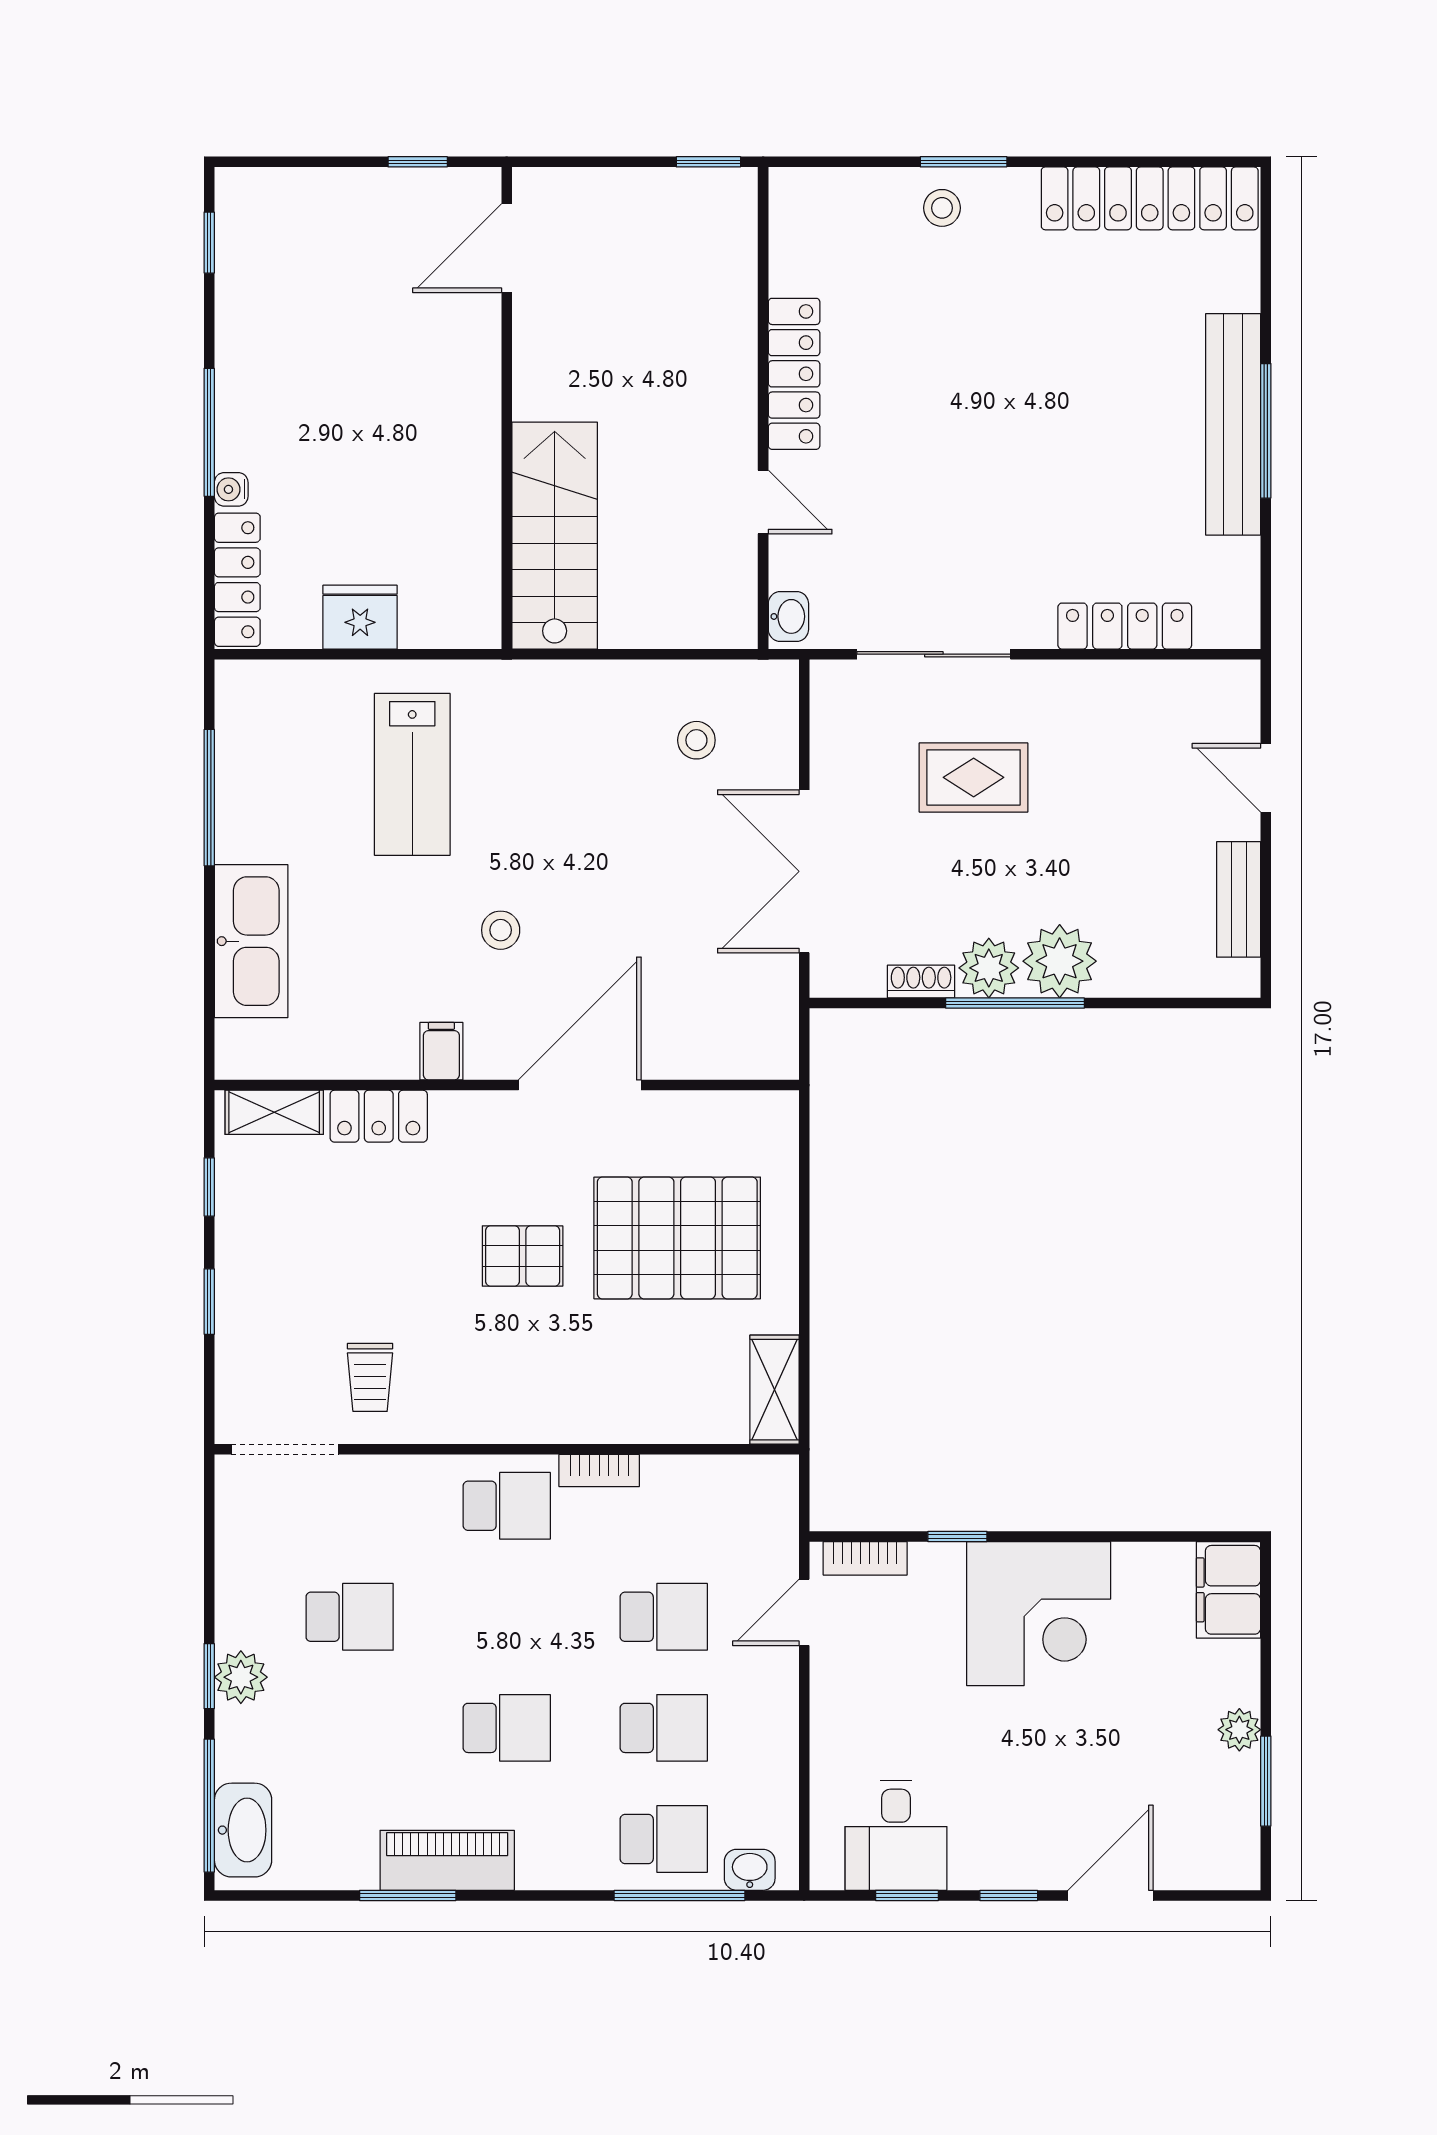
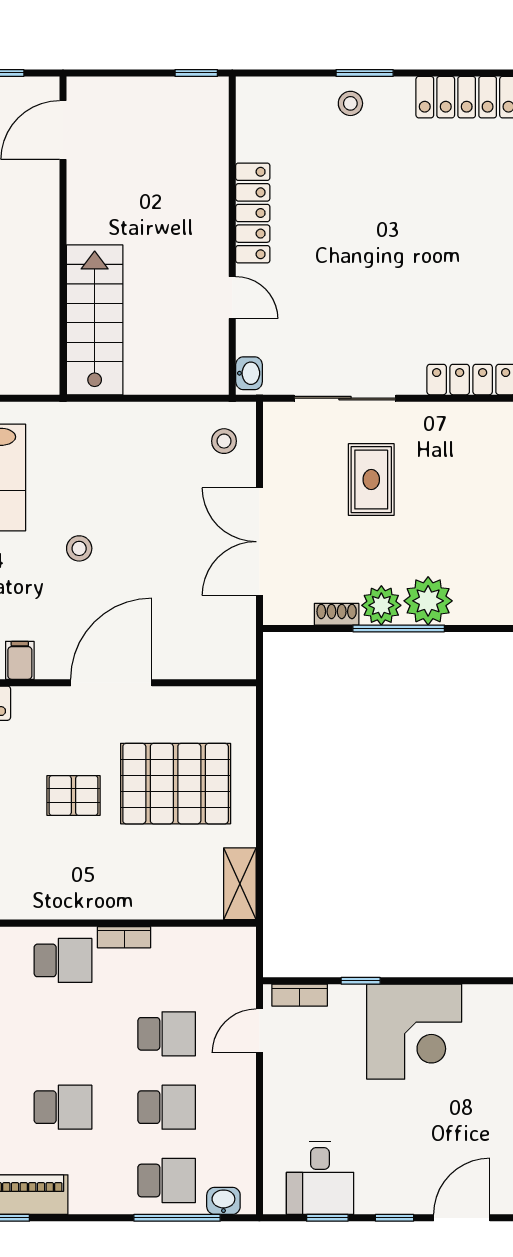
stool: (696, 740) -> (224, 441), moved
rug: (974, 777) -> (371, 480), turned 90
stool: (501, 930) -> (79, 548), moved

